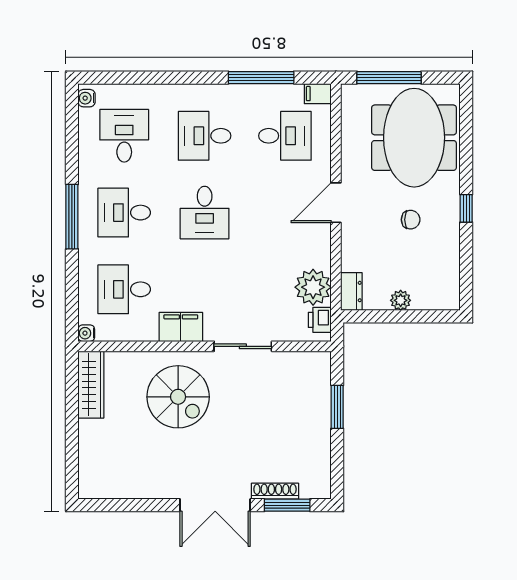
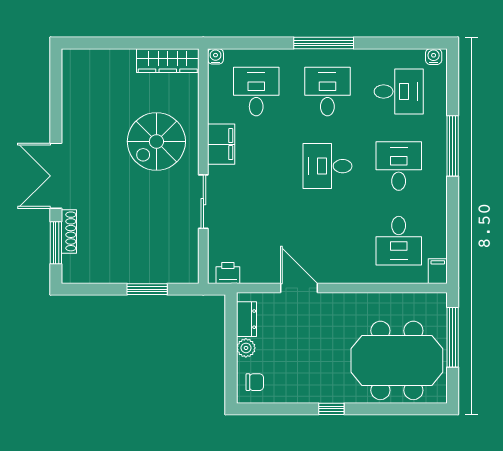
window: (261, 78) -> (453, 146), moved
door: (336, 203) -> (299, 288), moved
chair: (411, 220) -> (255, 382), moved, turned -90
plant: (313, 287) -> (258, 267), removed
dresser: (351, 292) -> (246, 319), moved, turned -90

